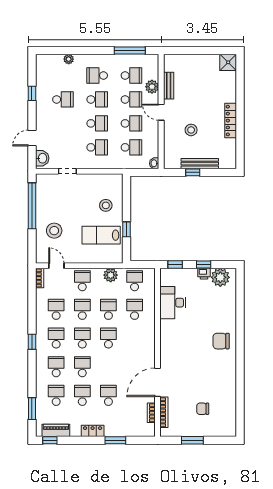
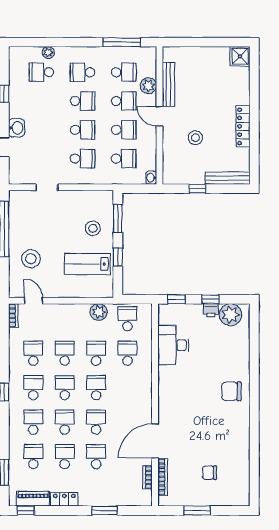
bench: (169, 86) -> (168, 84), width x1.36
school desk: (63, 99) -> (41, 72), moved, turned 180
washbasin: (42, 158) -> (16, 128), moved
bench: (200, 164) -> (228, 178), moved
window: (126, 197) -> (118, 219), added
school desk: (82, 281) -> (96, 422), moved
locker: (93, 431) -> (64, 499), moved

